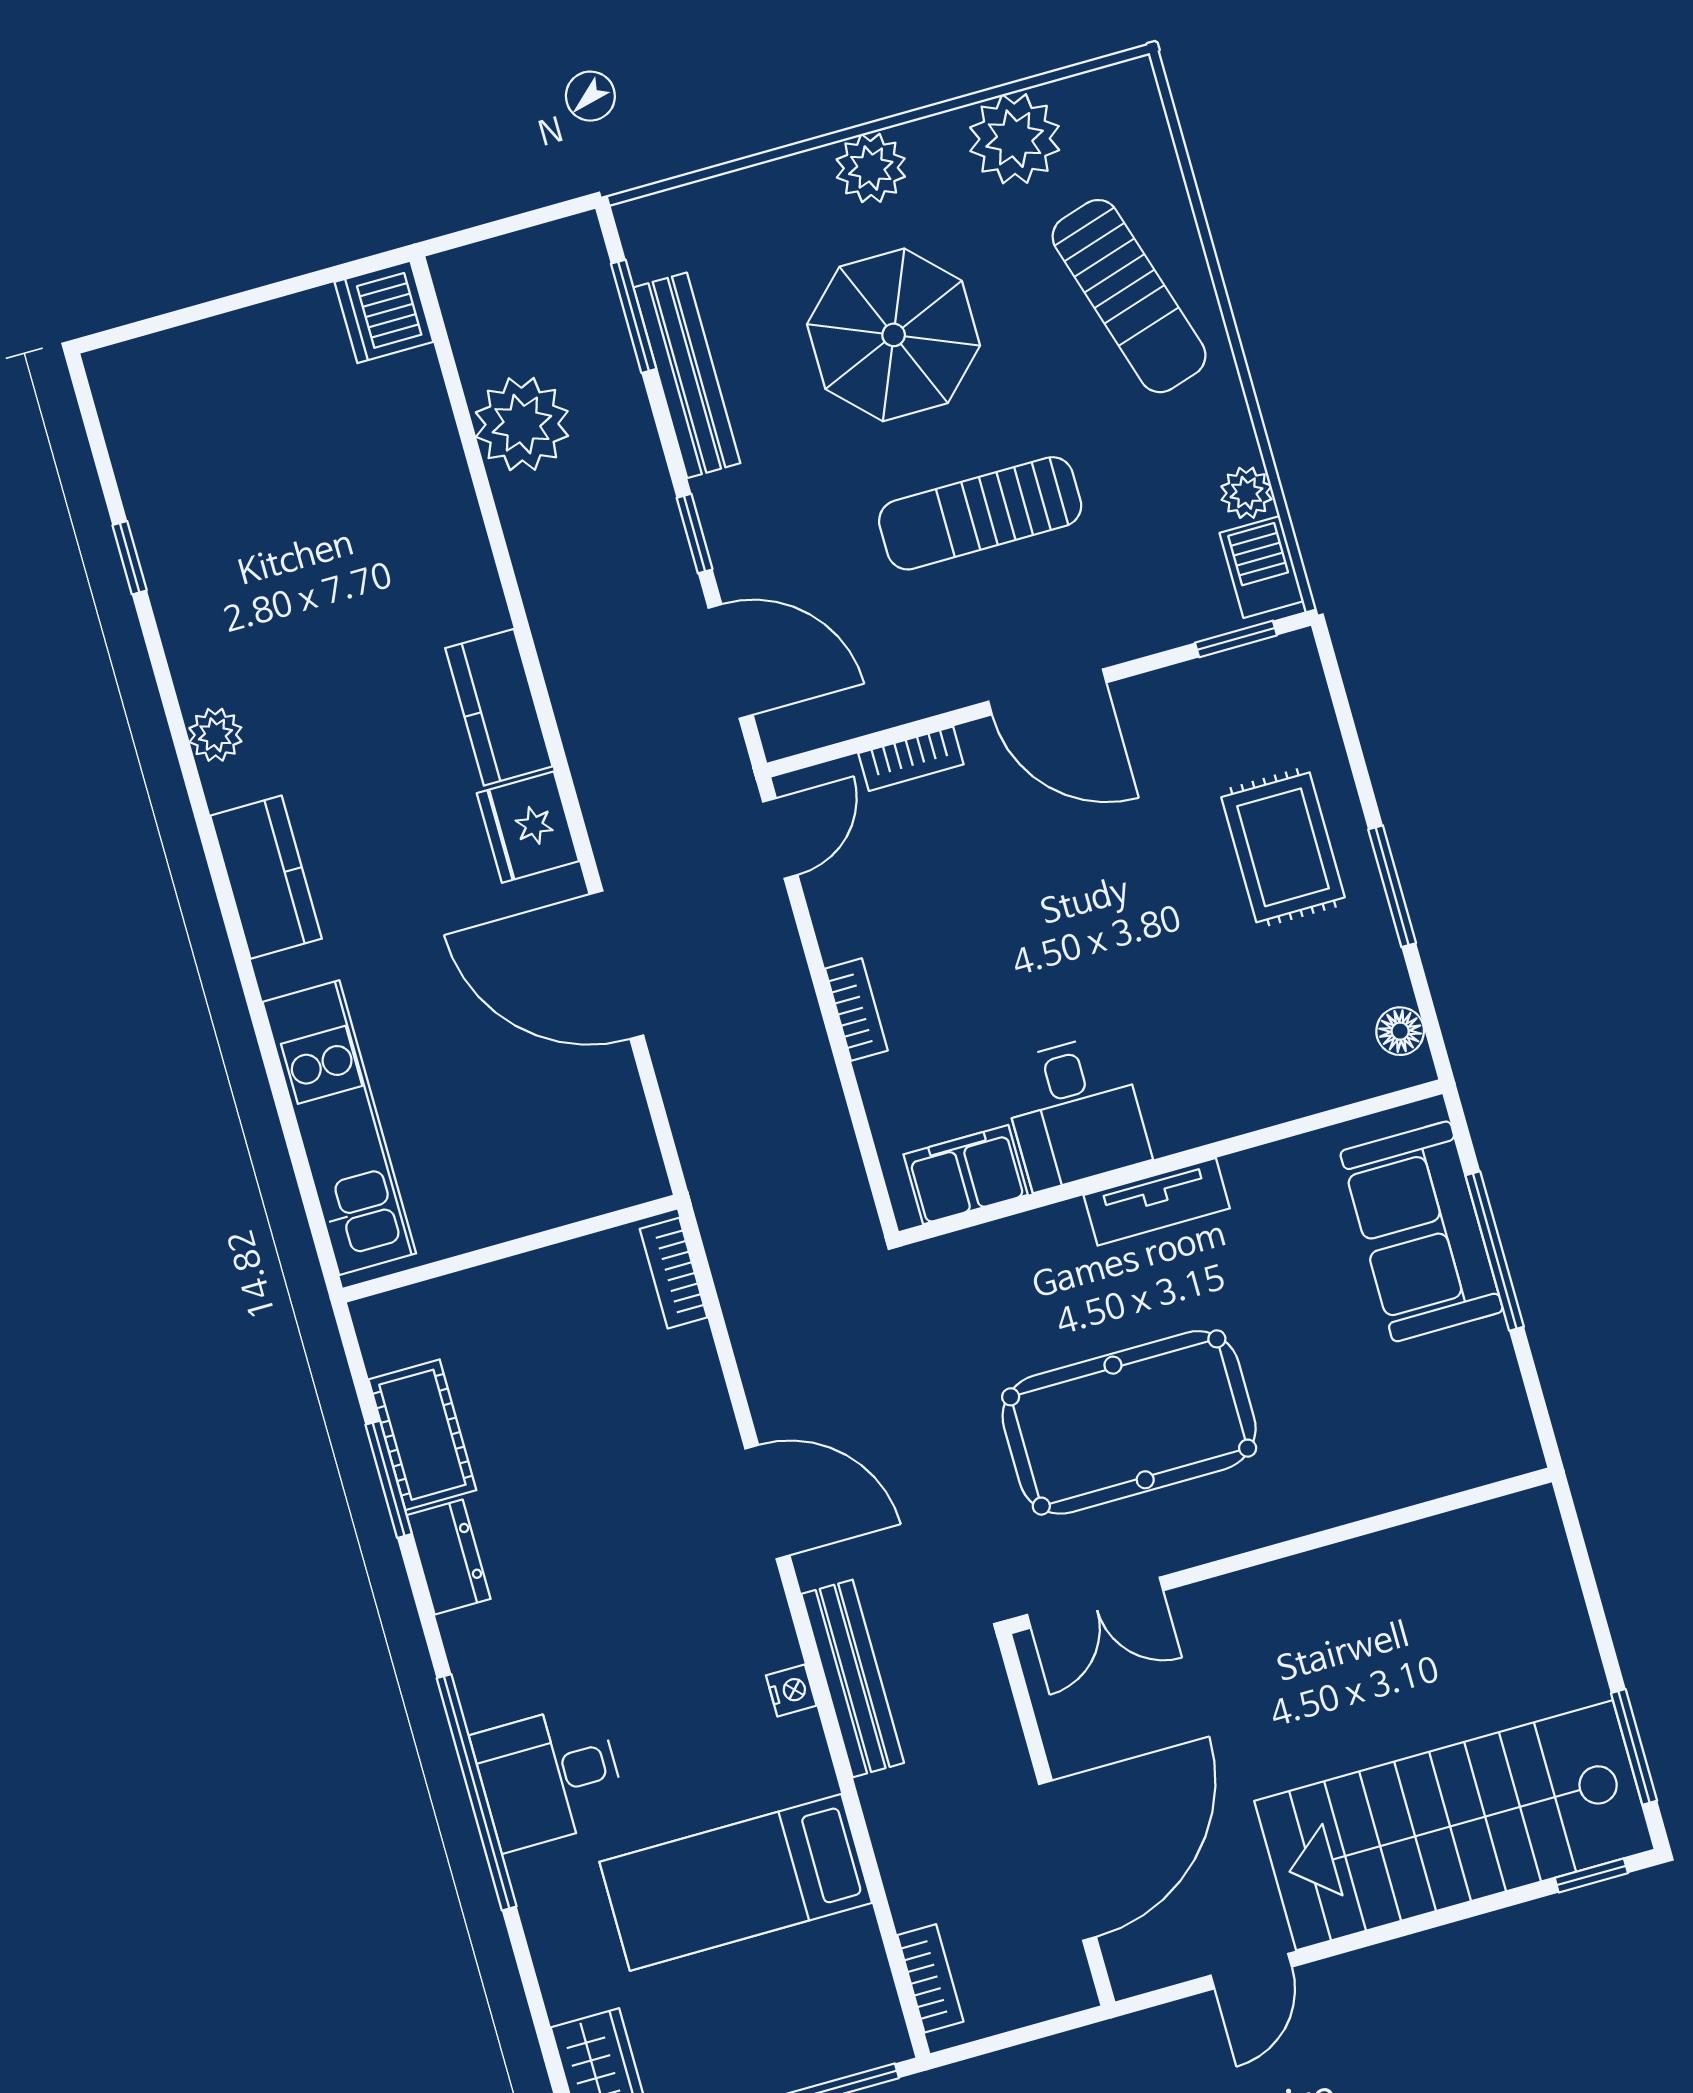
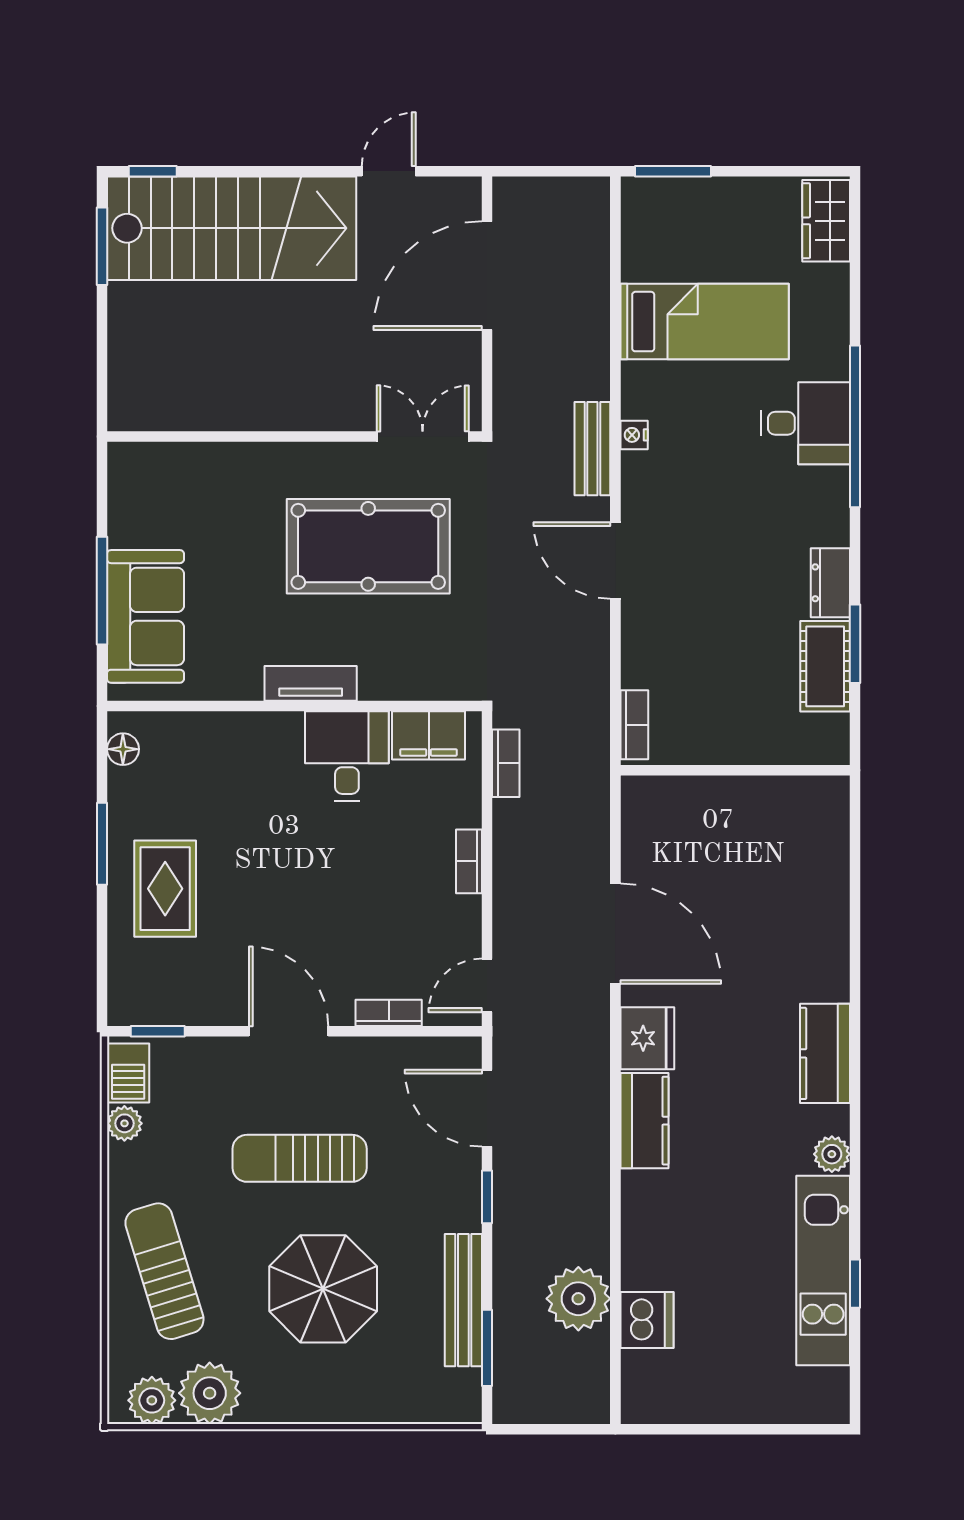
plant: (871, 168) -> (152, 1400), moved
dishwasher: (384, 312) -> (647, 1320), moved
sun lounger: (980, 513) -> (300, 1158), turned 180
kitchen unit: (339, 1128) -> (823, 1270), moved
bench: (853, 1678) -> (592, 449), width x0.73
bookcase: (930, 1978) -> (506, 763), moved, turned 180

